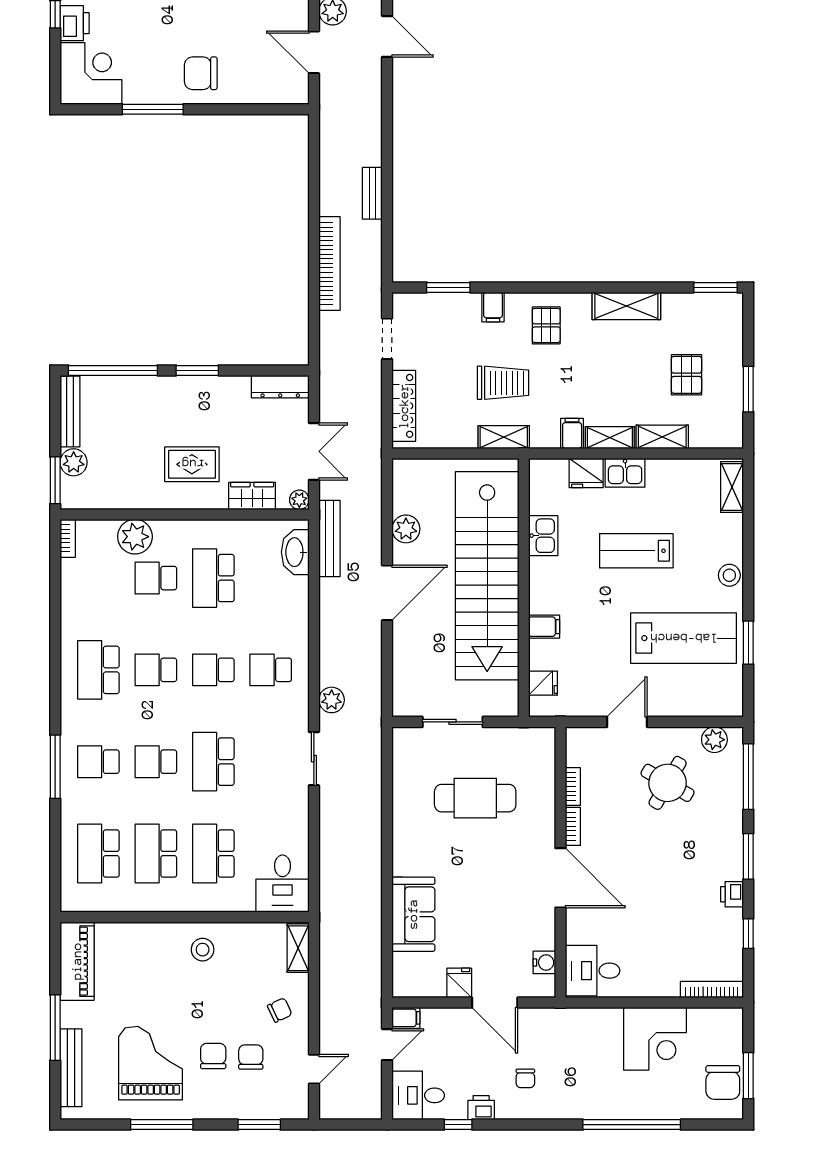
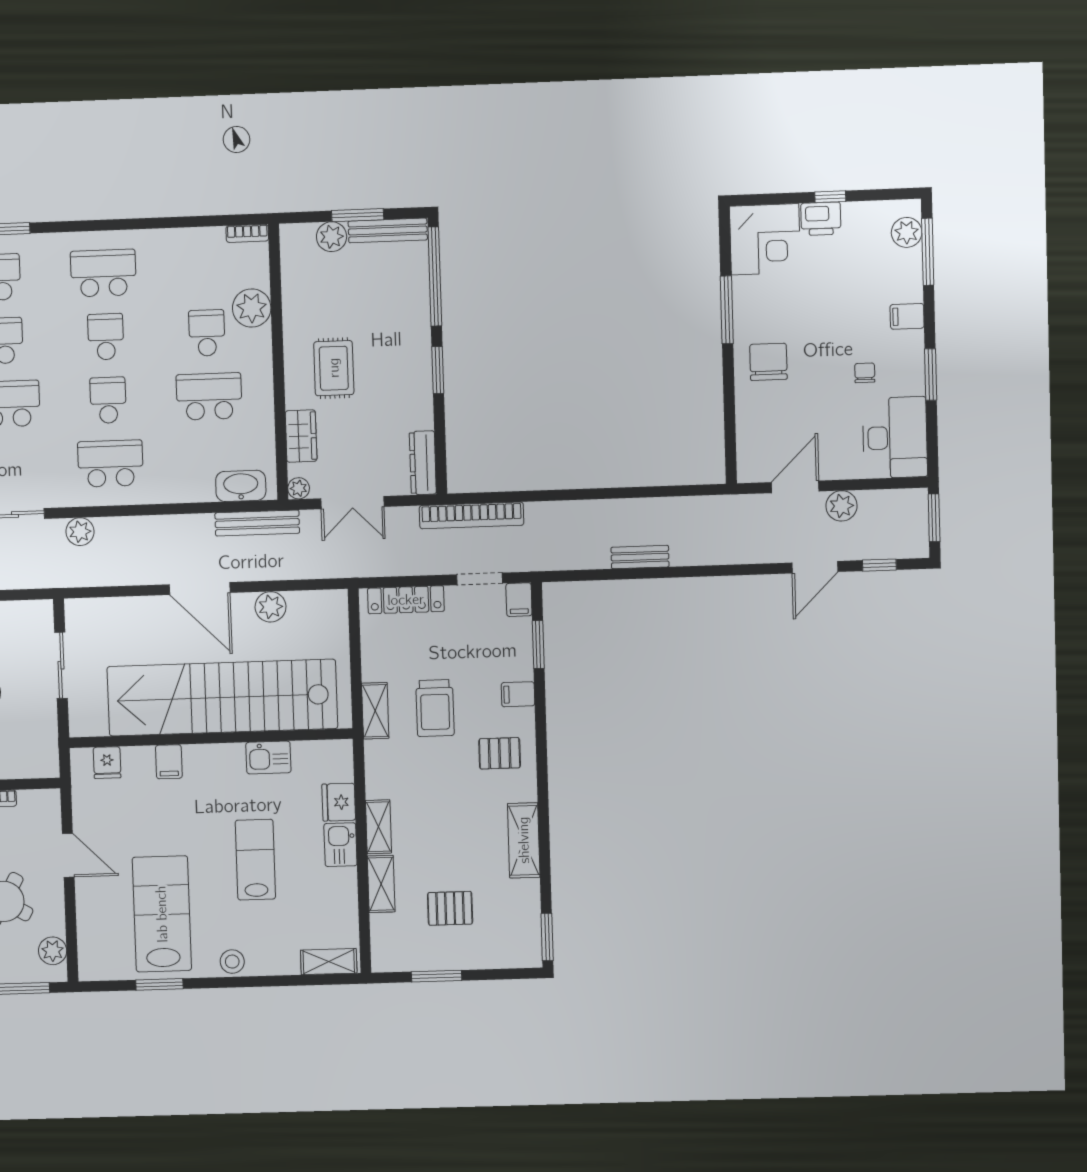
bookcase: (329, 263) -> (472, 515), moved
filing cabinet: (572, 433) -> (519, 600), moved, turned 90
window: (55, 480) -> (358, 215), moved
lab bench: (683, 638) -> (162, 914), turned 180
school desk: (271, 670) -> (110, 464), width x1.85

